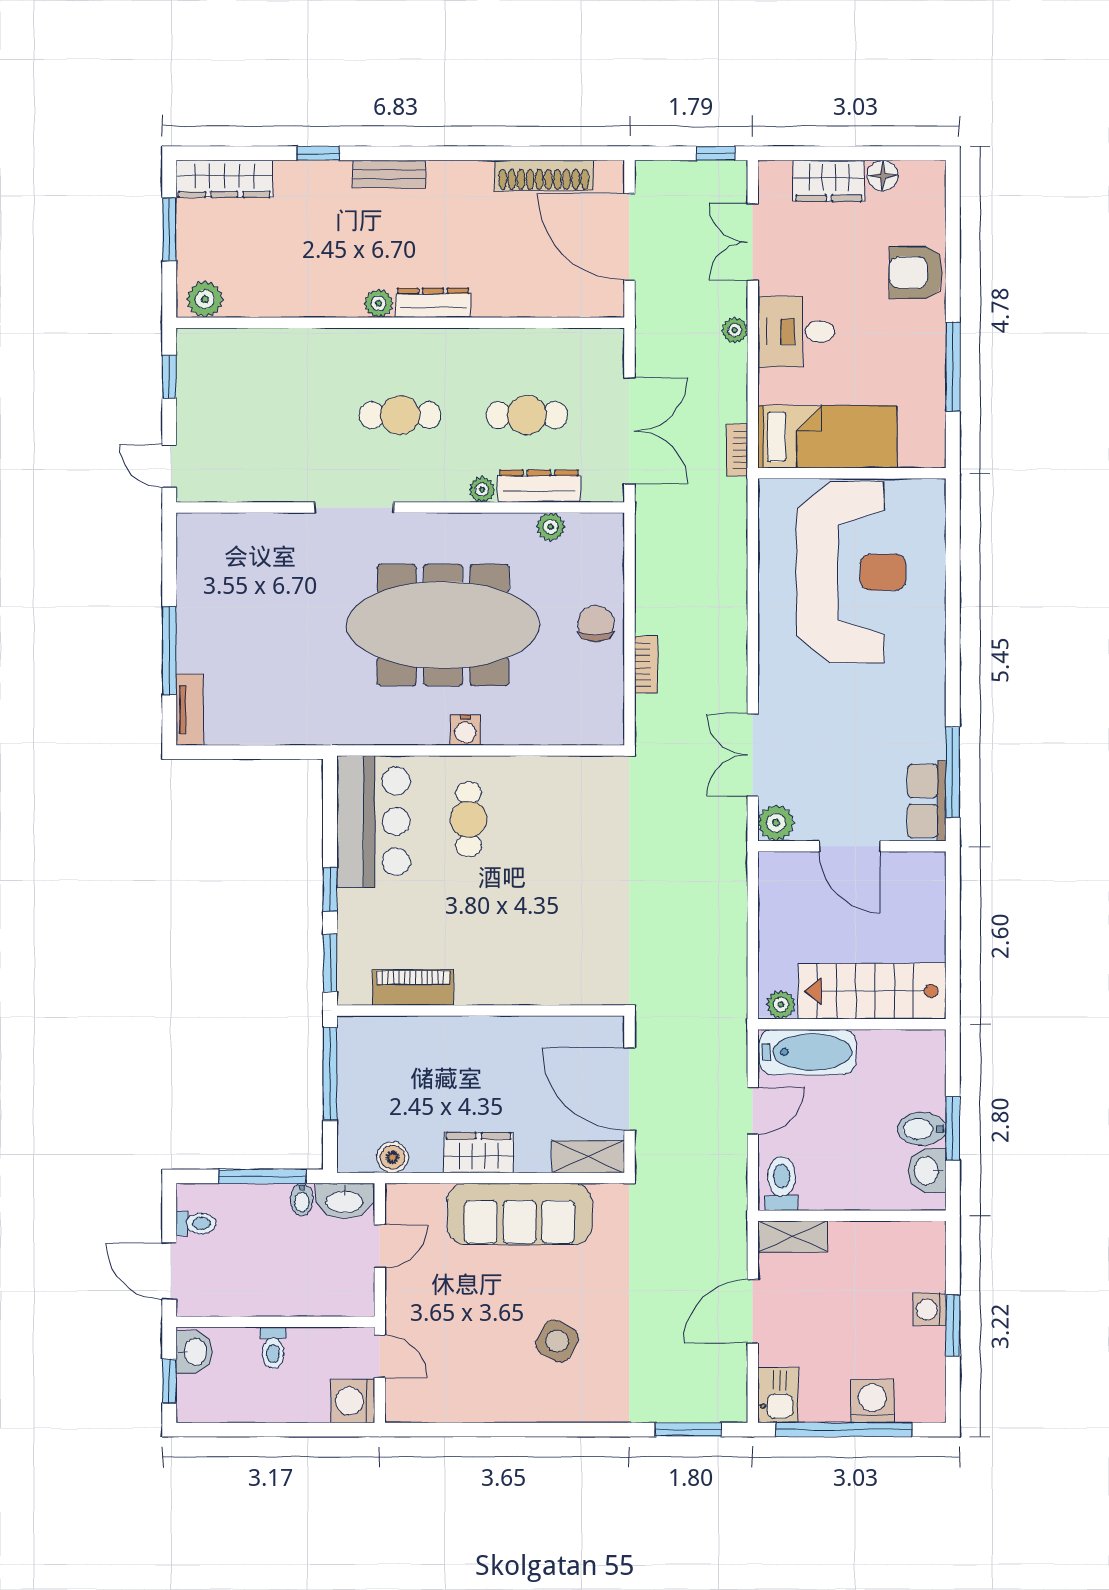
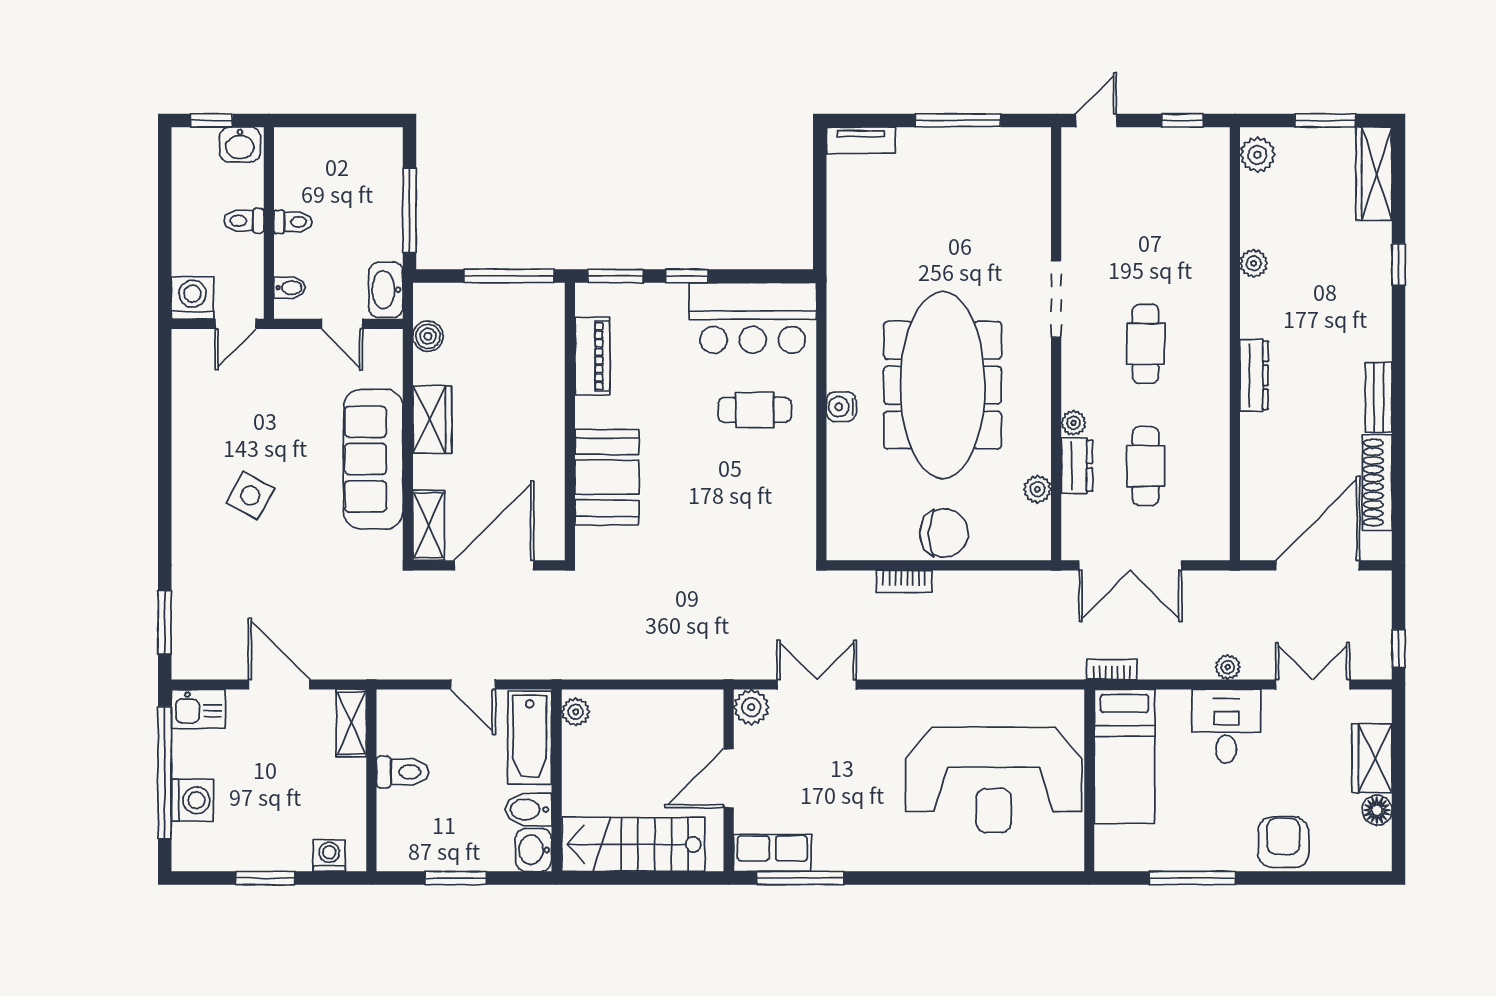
bench: (389, 174) -> (1379, 397), moved
plant: (379, 303) -> (1254, 263), moved
dresser: (539, 486) -> (1077, 466), width x0.70
chair: (596, 624) -> (944, 533), width x1.37, depth x1.37
window: (169, 651) -> (958, 120), moved
booth: (538, 972) -> (607, 477), added
stairs: (872, 991) -> (633, 844), moved, turned -90
bidet: (922, 1129) -> (528, 809), moved, turned -90
washbasin: (927, 1171) -> (534, 850), moved, turned -90
toilet: (782, 1184) -> (402, 772), moved
bidet: (302, 1200) -> (290, 288), moved, turned 180
toilet: (196, 1223) -> (293, 222), moved, turned -90
door: (169, 1271) -> (318, 120), removed
washing machine: (930, 1310) -> (329, 856), moved

